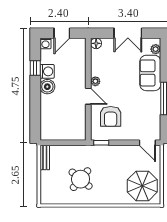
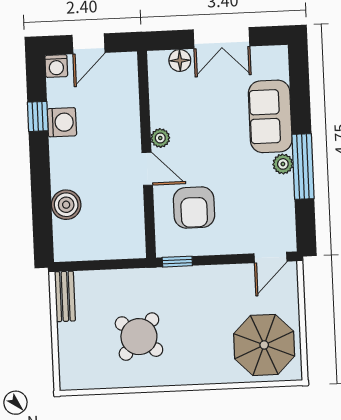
floor lamp: (96, 43) -> (180, 60), moved
plant: (156, 49) -> (283, 164), moved
boiler: (47, 87) -> (66, 205), moved
door: (147, 143) -> (271, 257), hinge flipped

